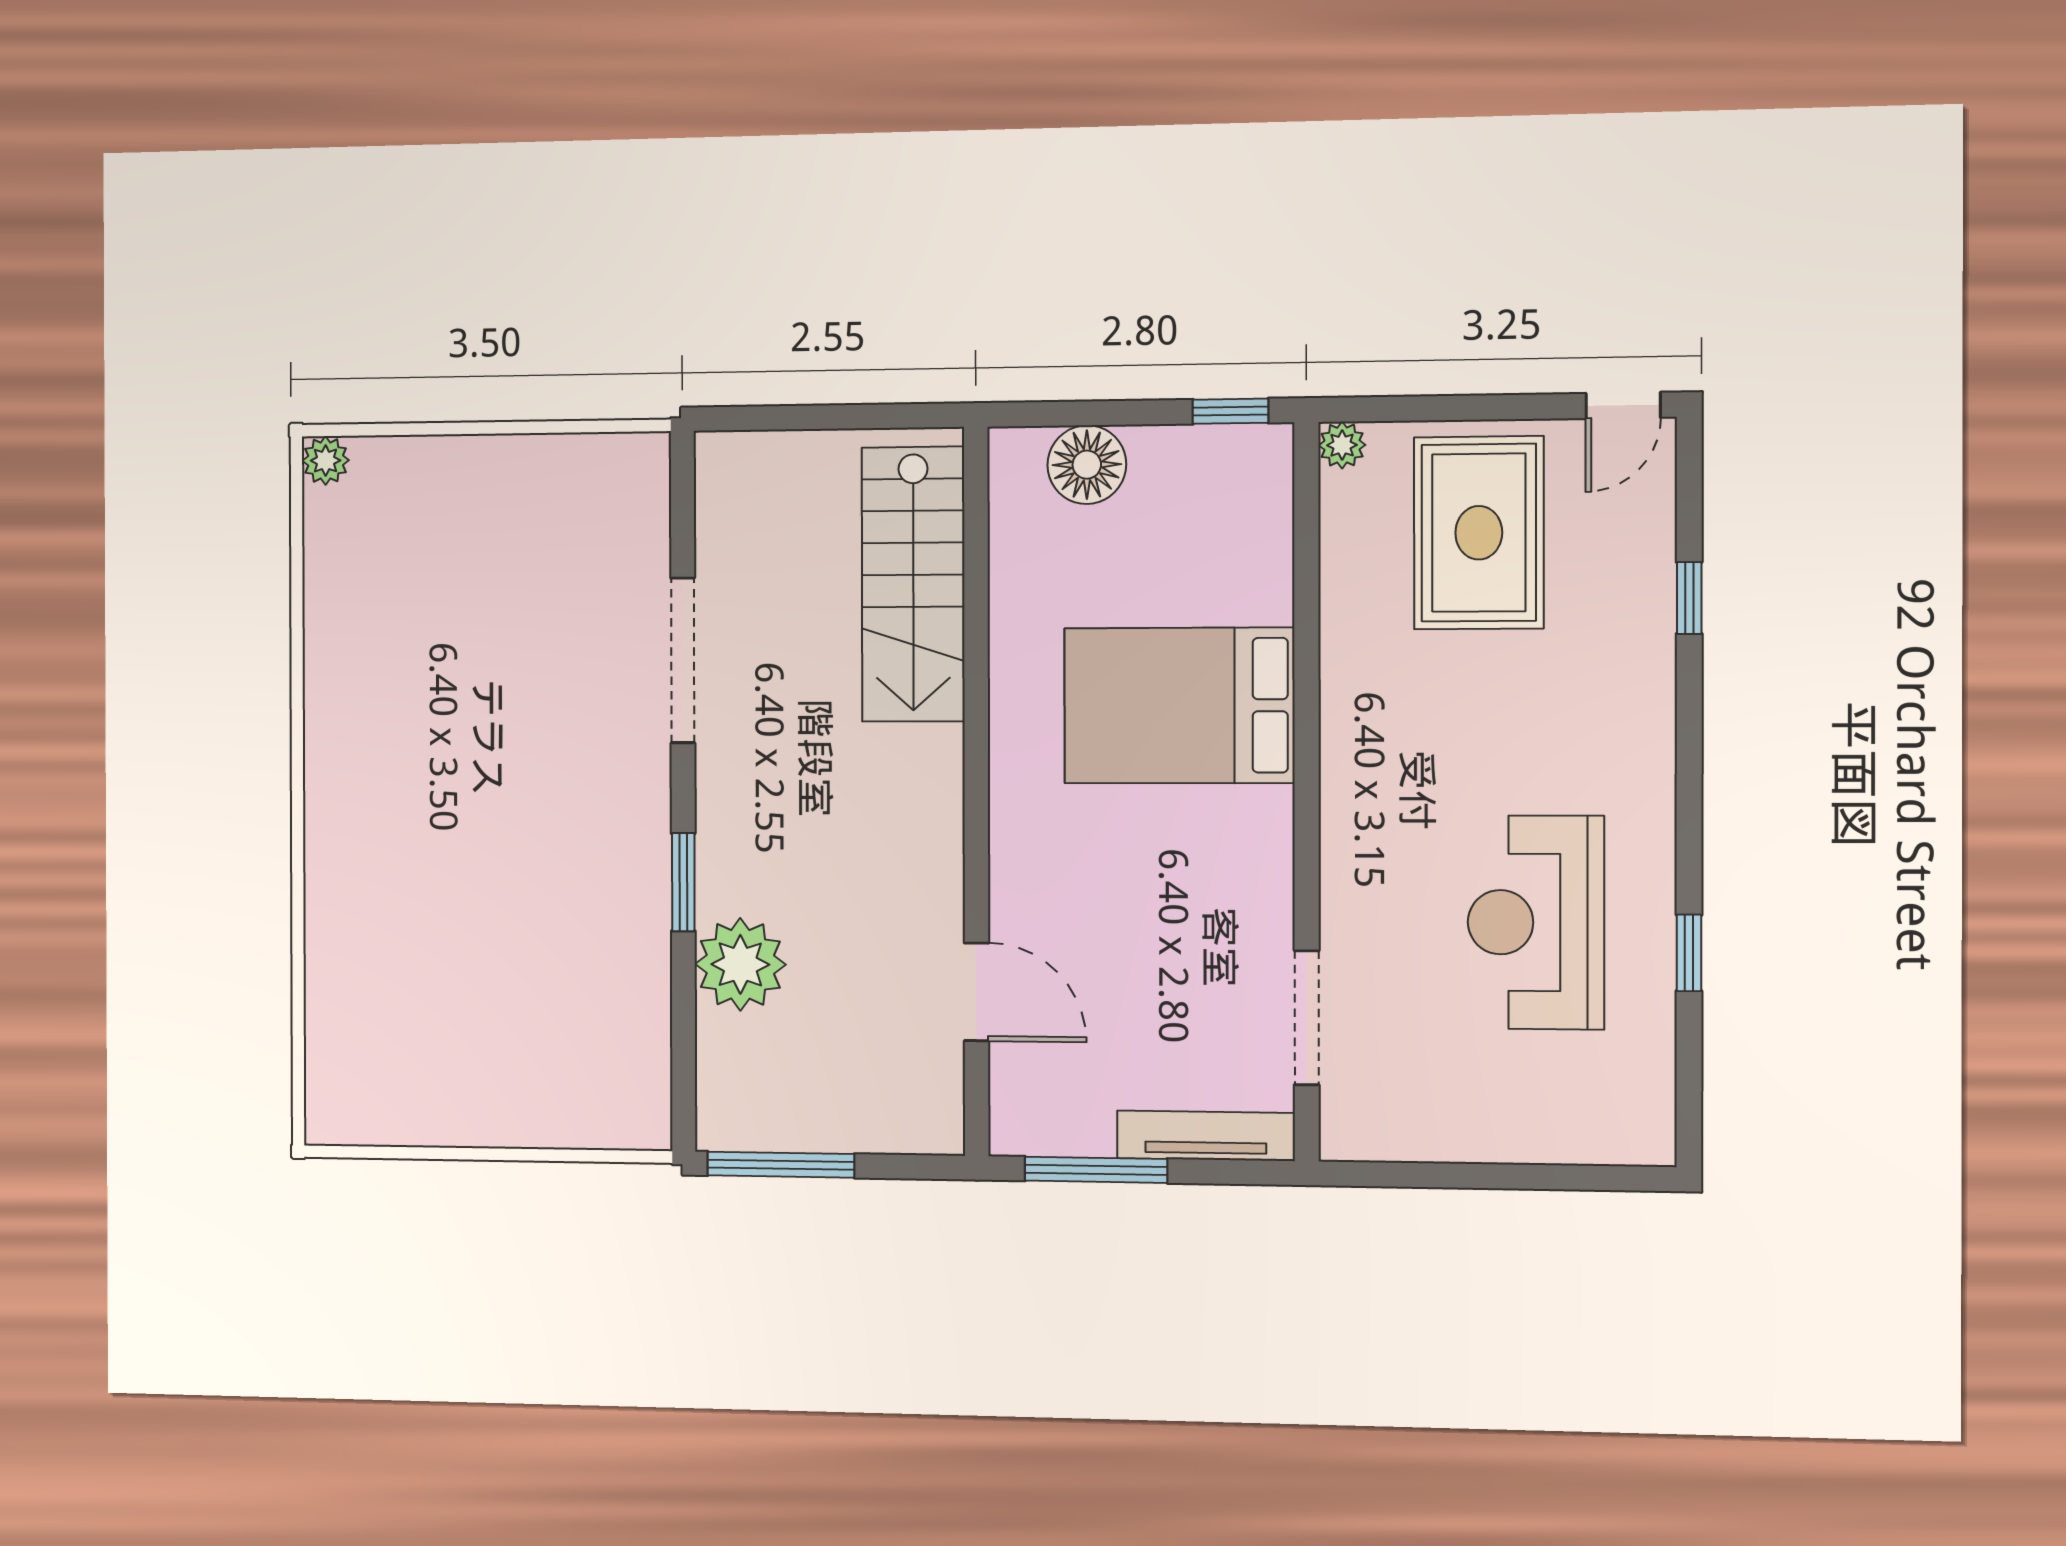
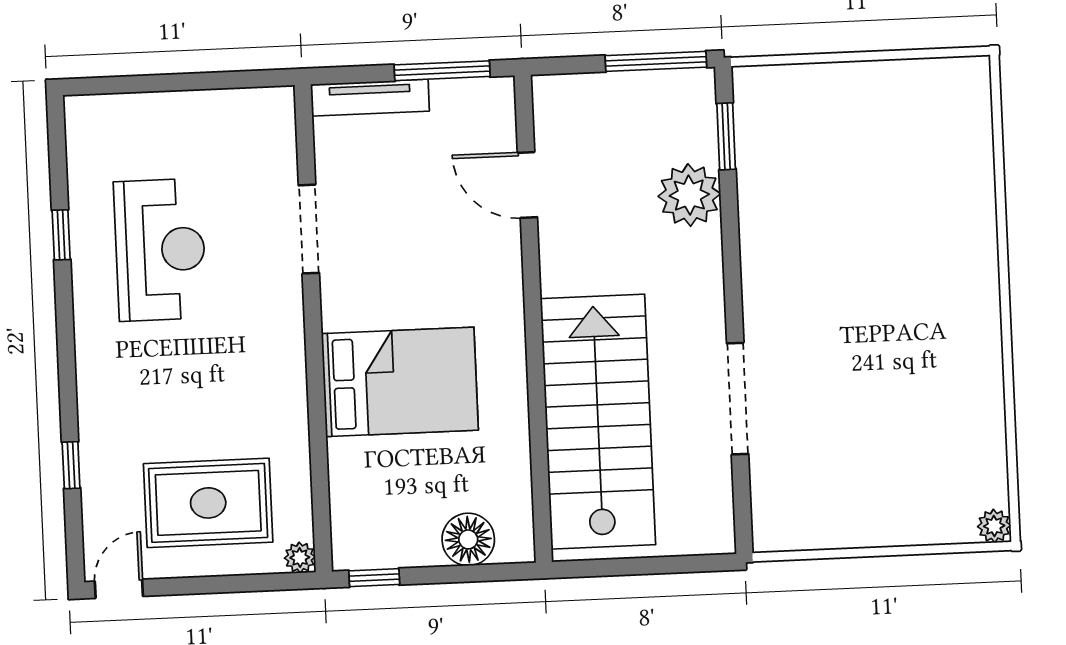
rug: (1479, 533) -> (208, 503), turned 90
stairs: (913, 584) -> (598, 422), width x1.36, depth x1.51
window: (683, 882) -> (726, 136), moved
doorway: (1307, 1018) -> (309, 229), moved

